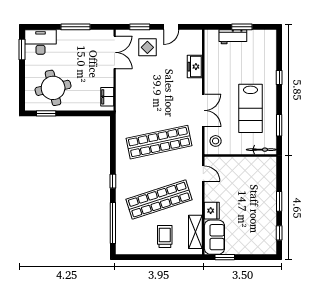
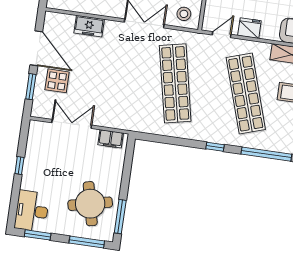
window: (75, 27) -> (19, 166), width x0.46
door: (171, 27) -> (36, 48), width x1.88
double door: (115, 52) -> (72, 124), moved
window: (22, 90) -> (87, 242), added
window: (46, 113) -> (120, 217), width x1.44
fridge: (212, 211) -> (249, 28), moved

